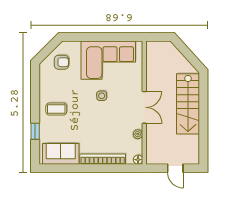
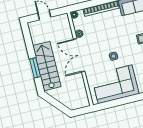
window: (203, 105) -> (35, 68), added
double door: (144, 107) -> (79, 55), width x1.37

